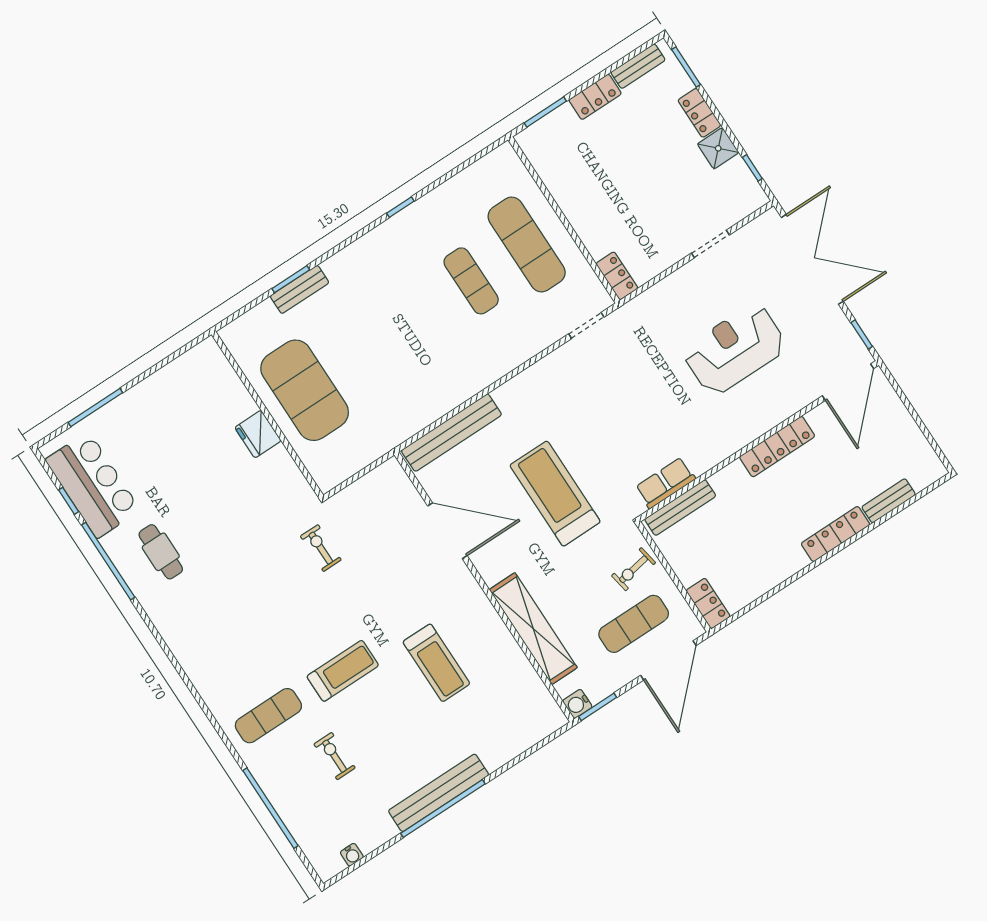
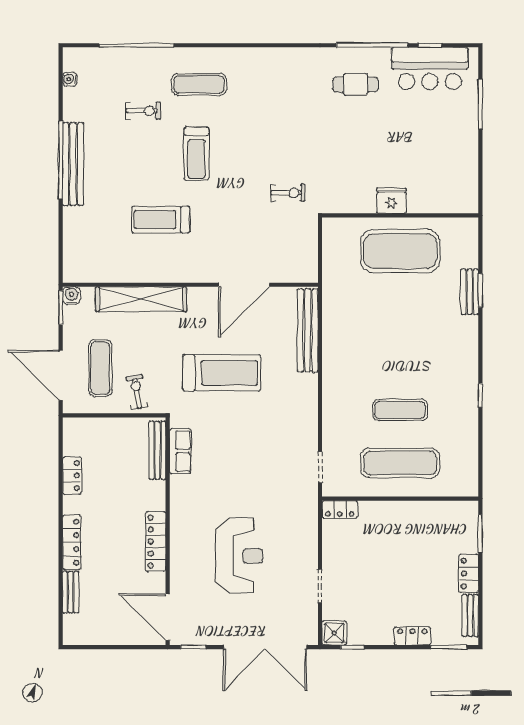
shower: (718, 148) -> (334, 633), moved
locker: (708, 603) -> (72, 476), moved, turned -90
exercise mat: (268, 716) -> (199, 84), turned 90

